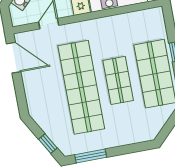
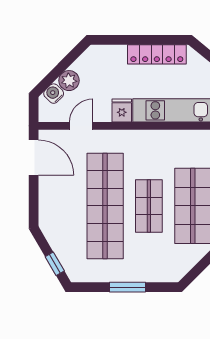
window: (91, 156) -> (127, 287), moved

